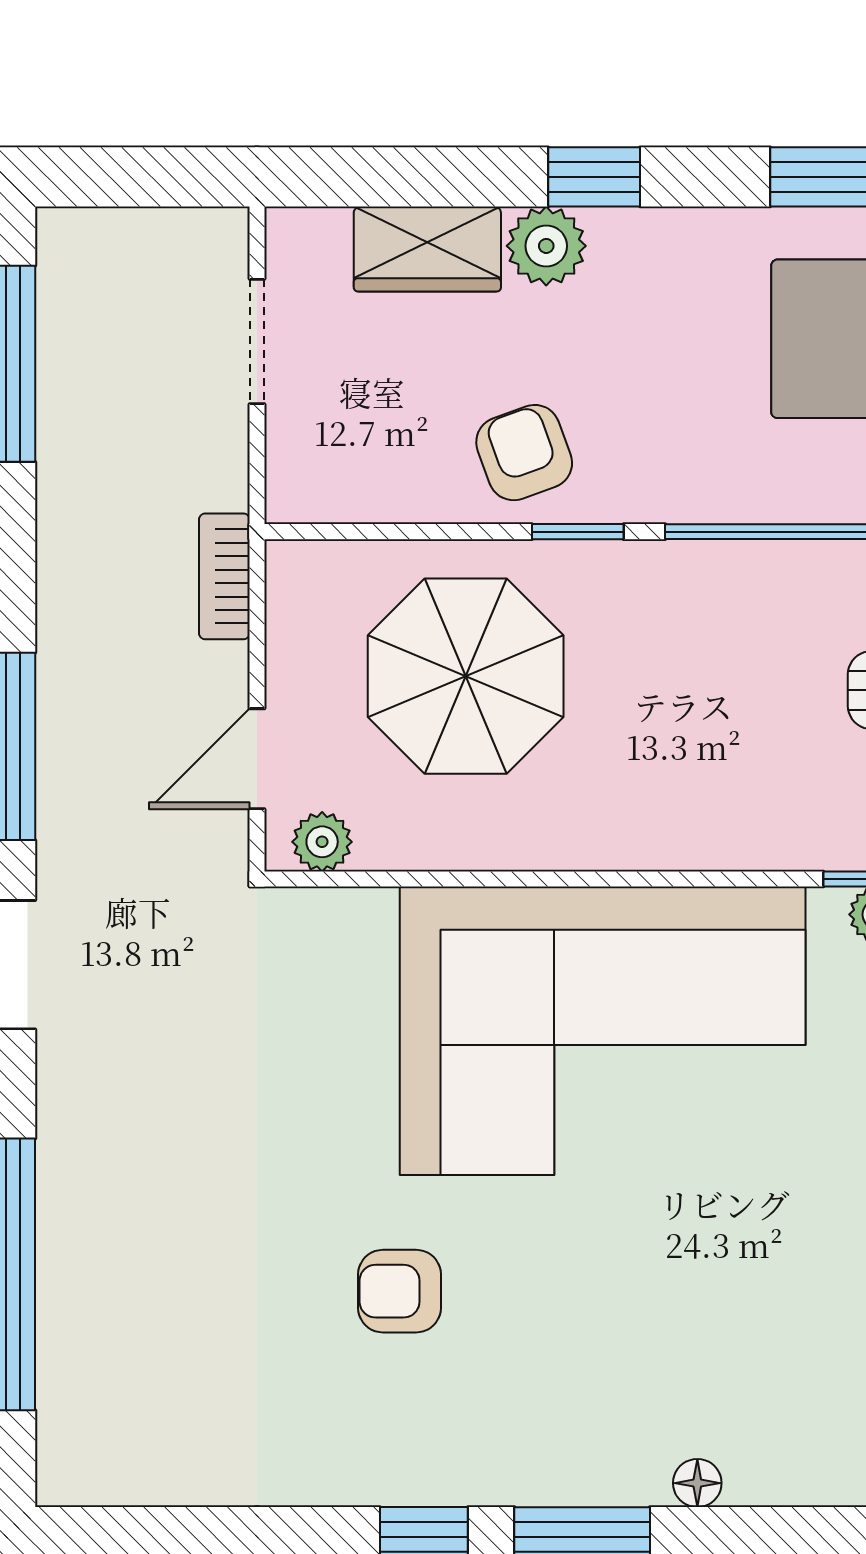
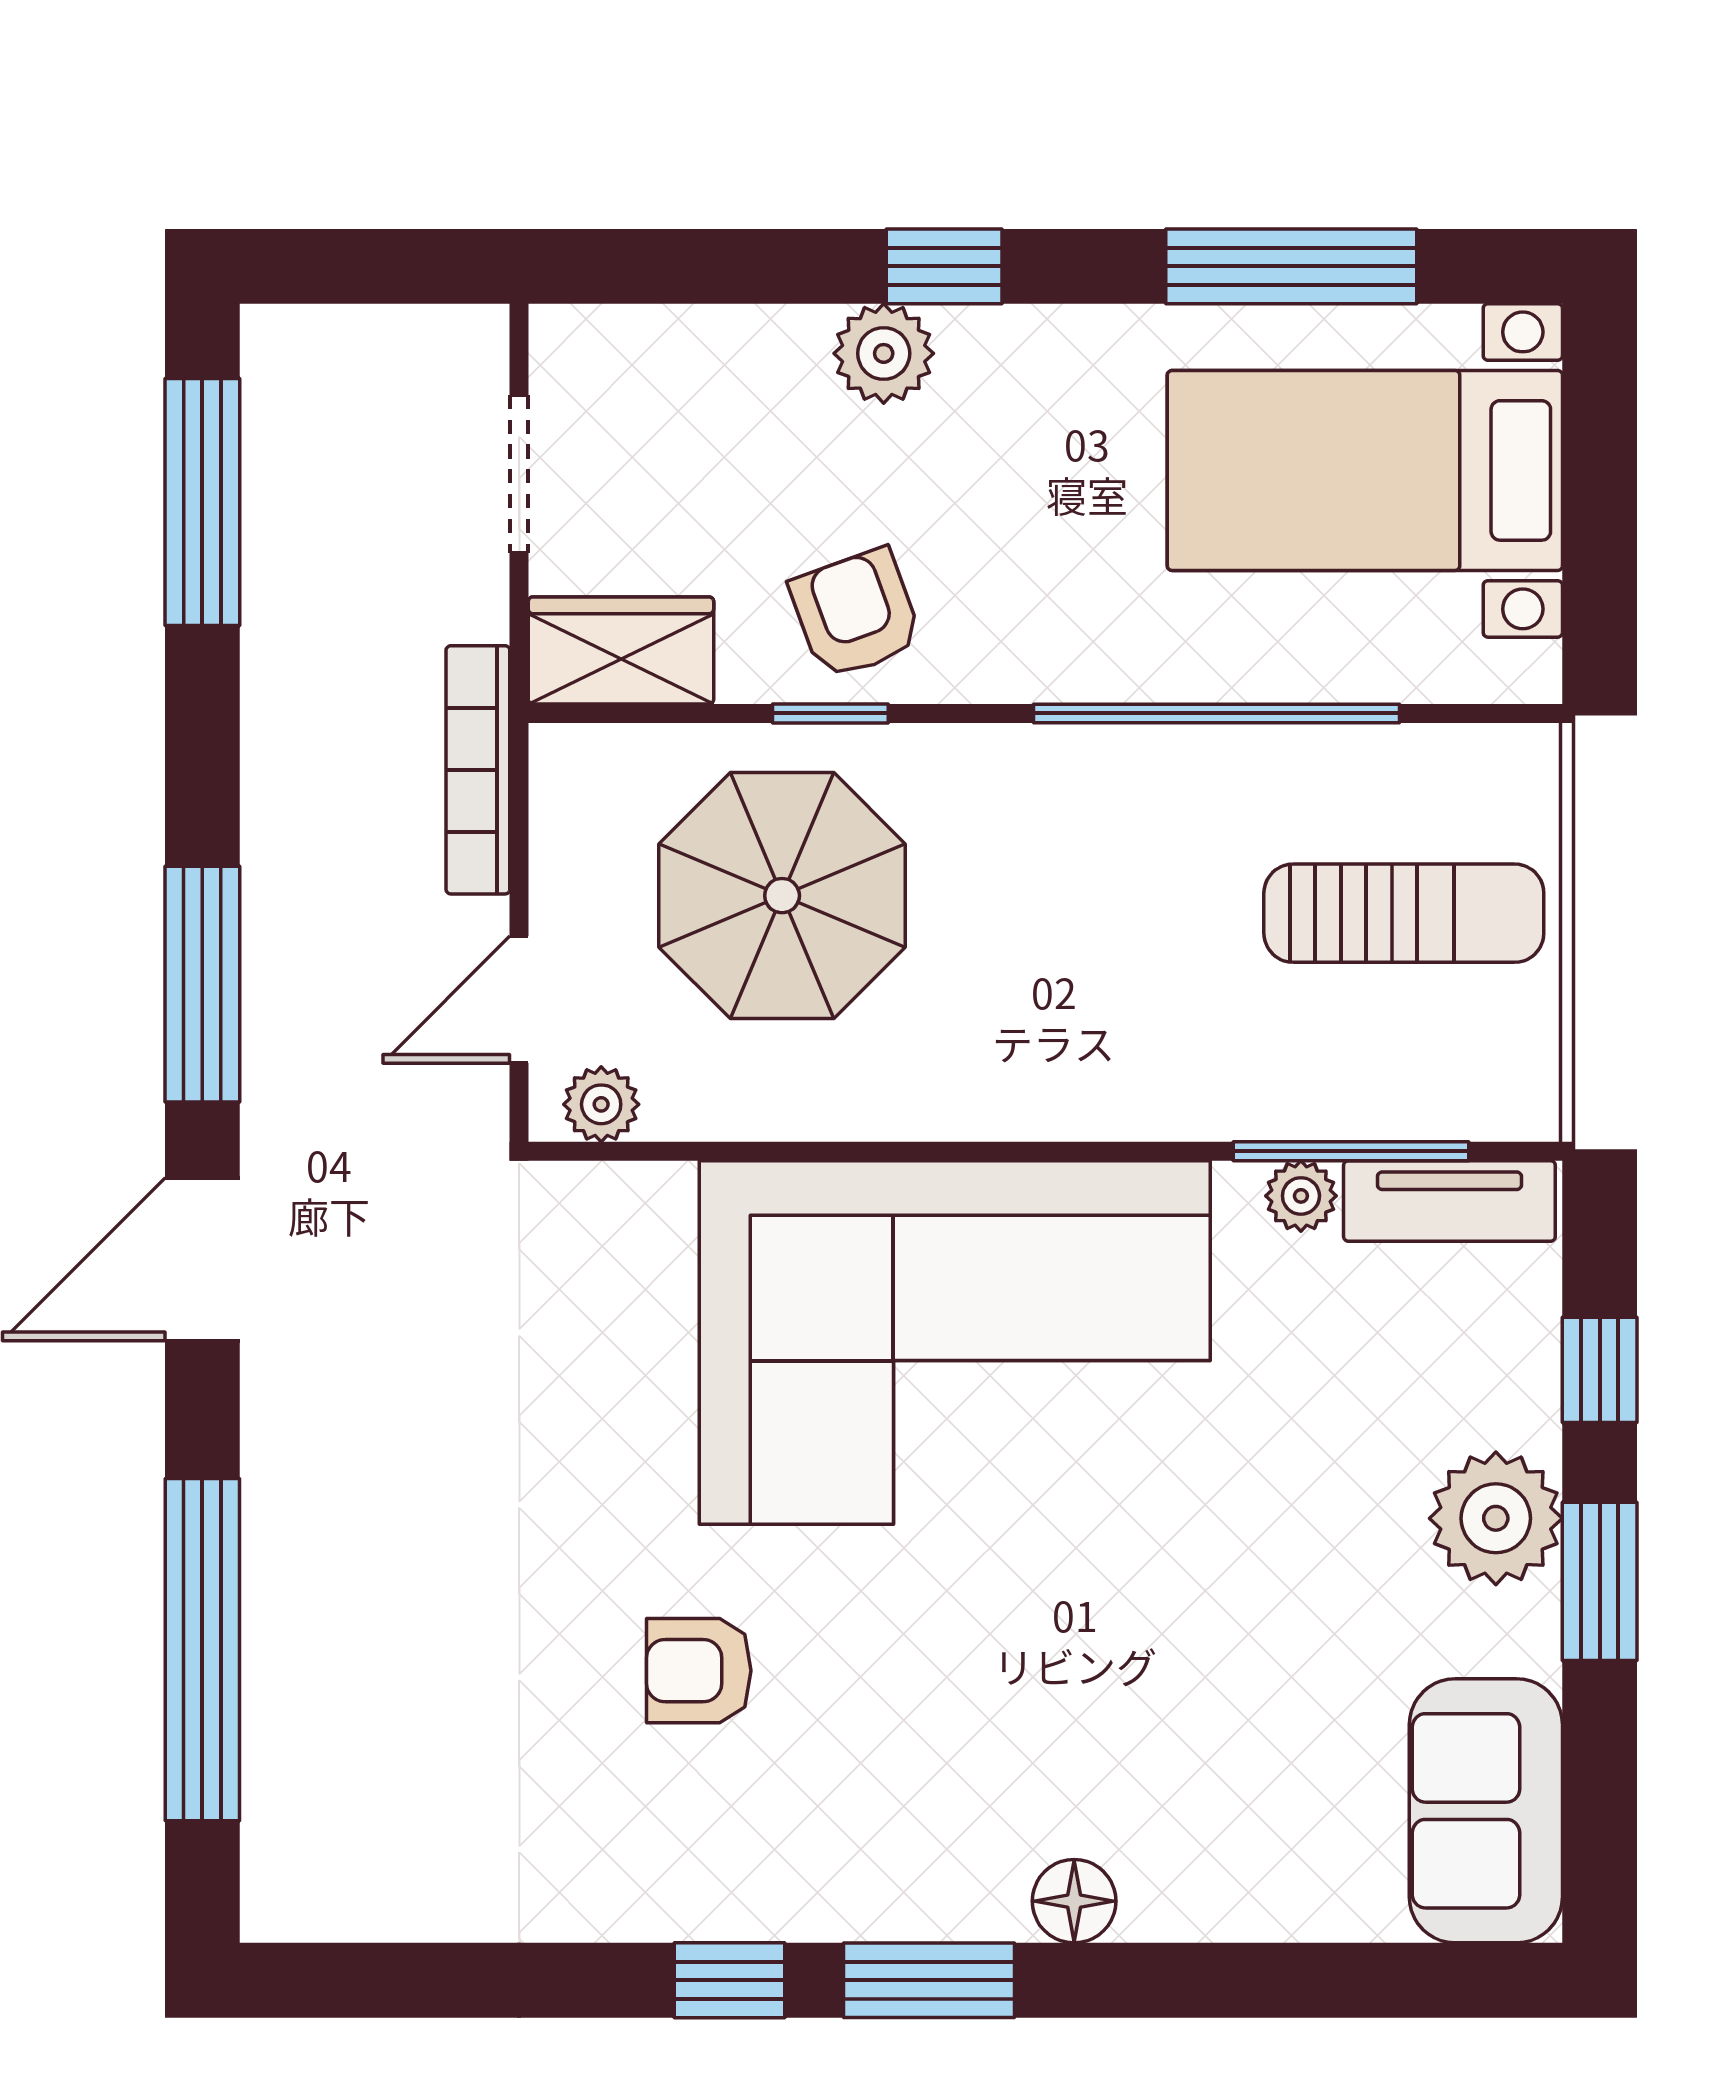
wardrobe: (427, 249) -> (621, 650), moved, turned 180
window: (578, 532) -> (830, 713), moved
bookcase: (224, 576) -> (478, 770), width x1.56
floor lamp: (697, 1483) -> (1074, 1901), width x1.37, depth x1.37

